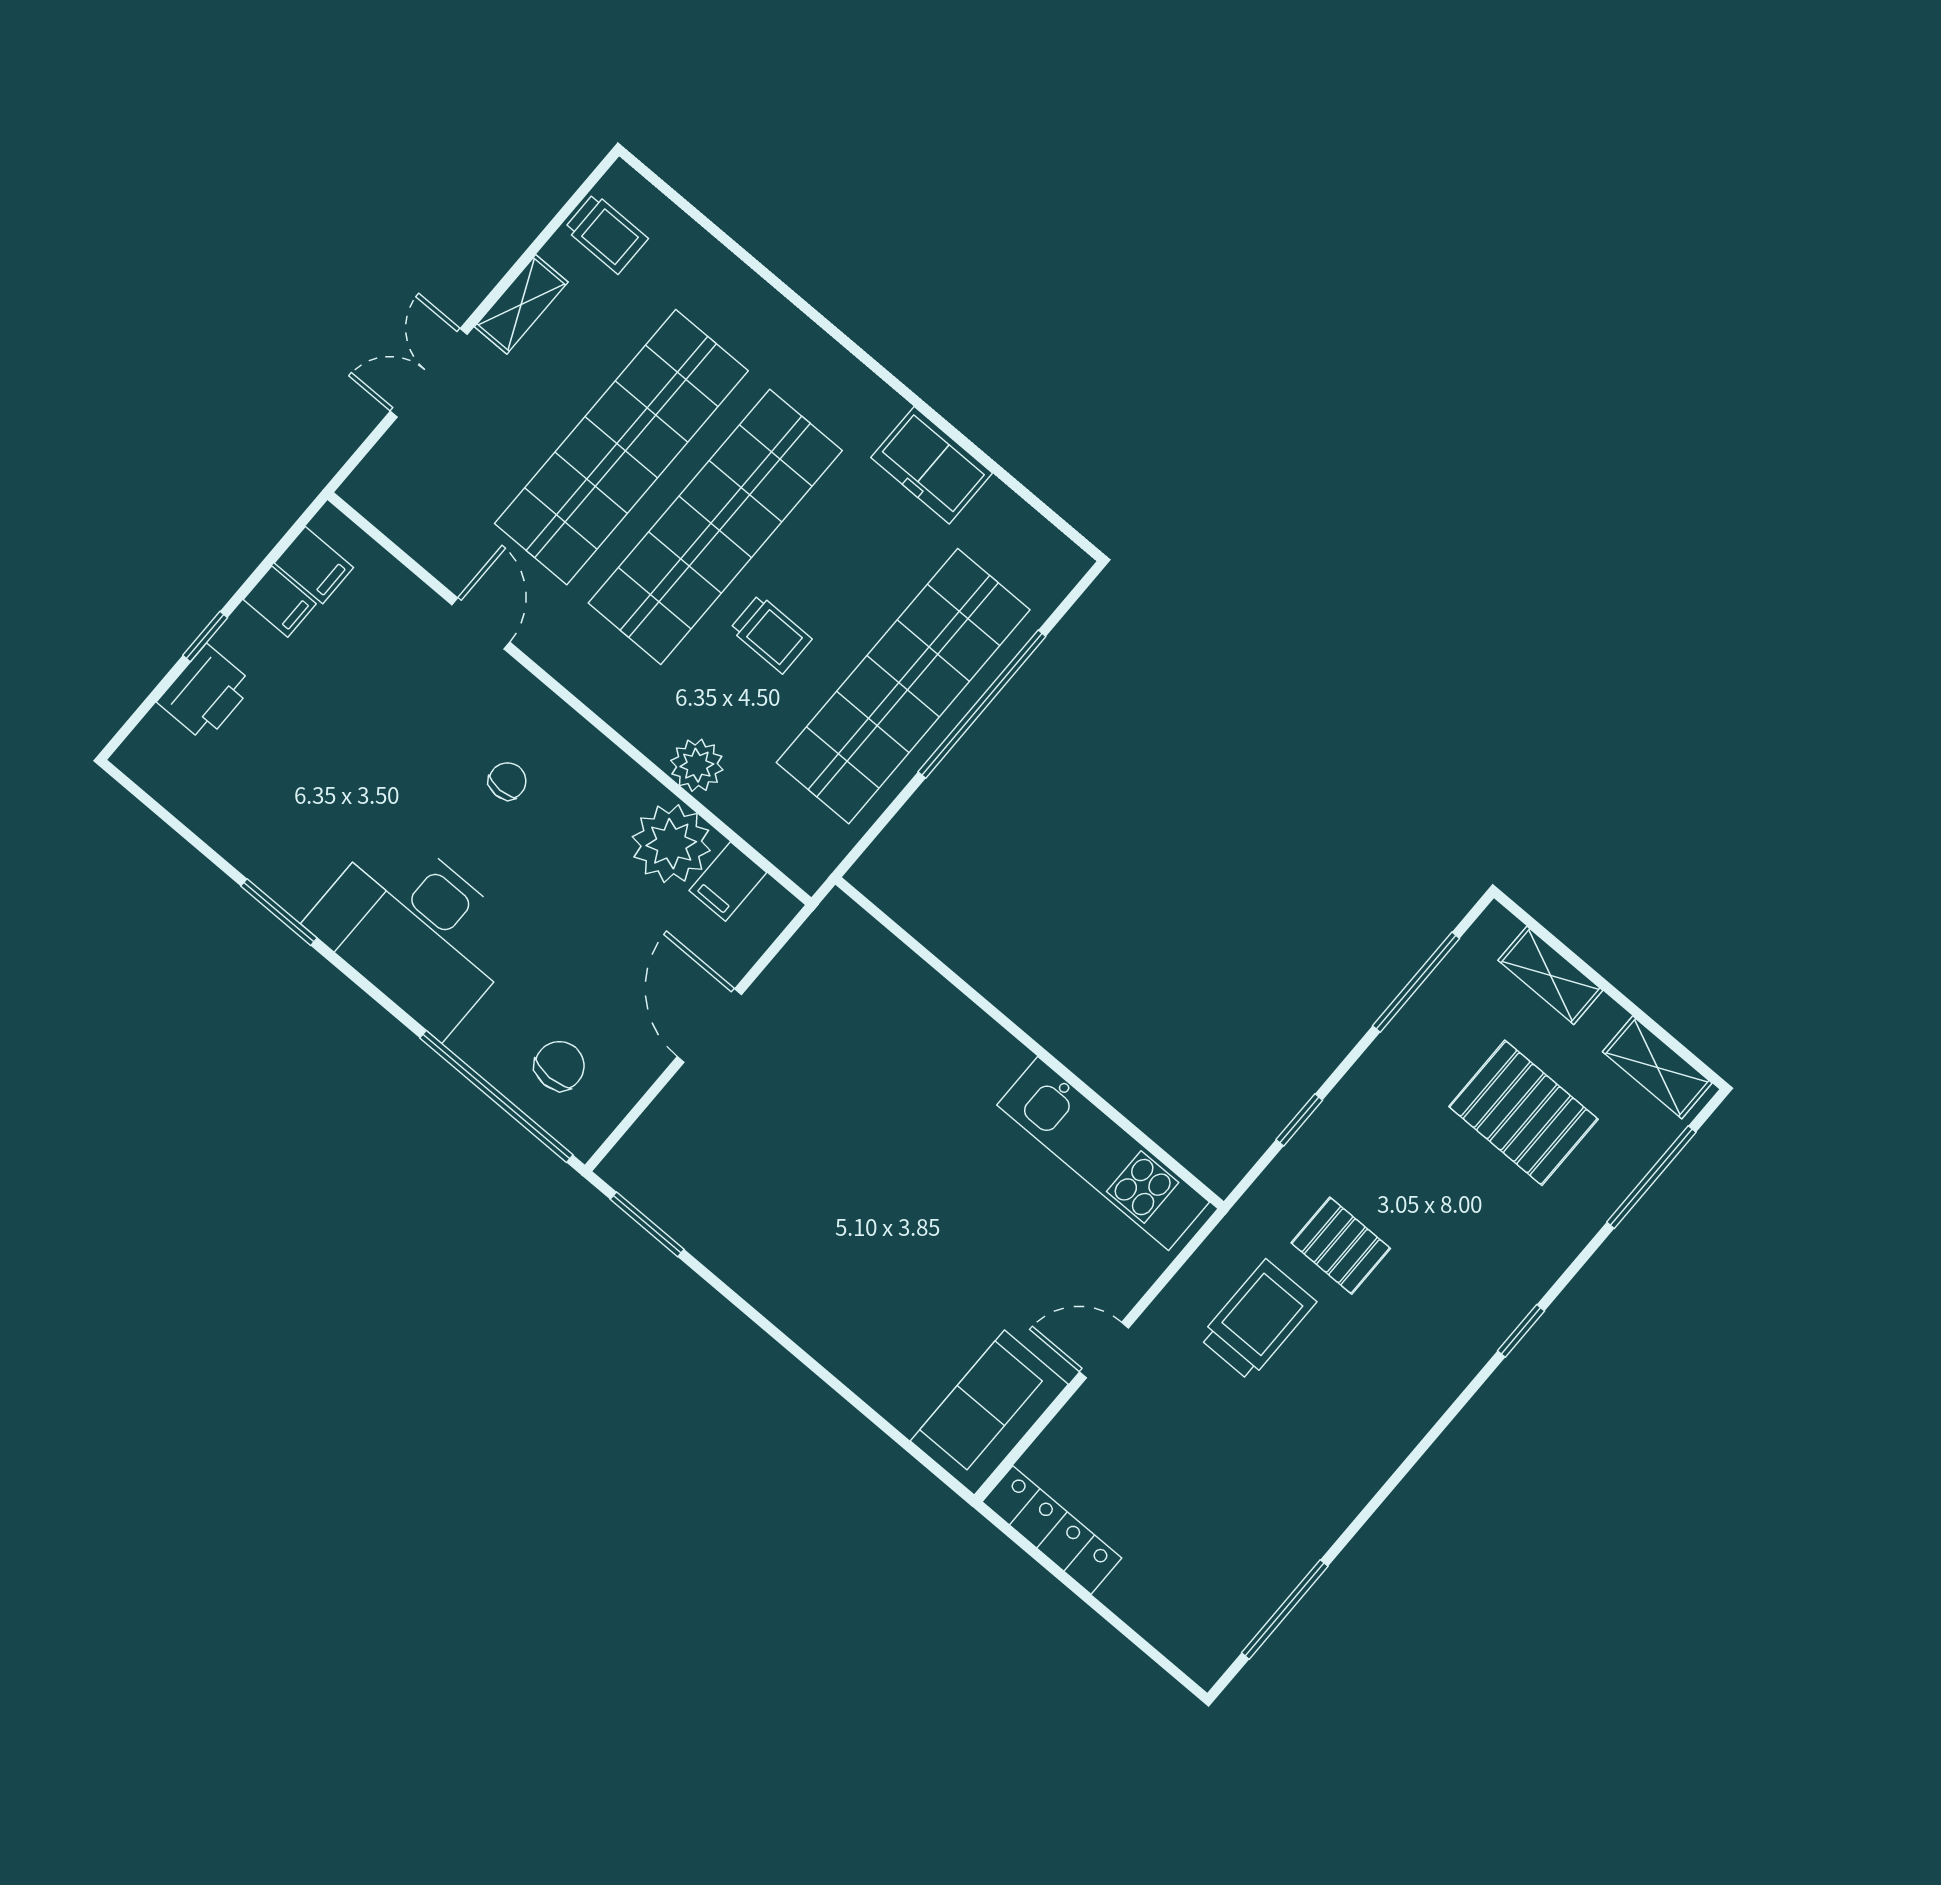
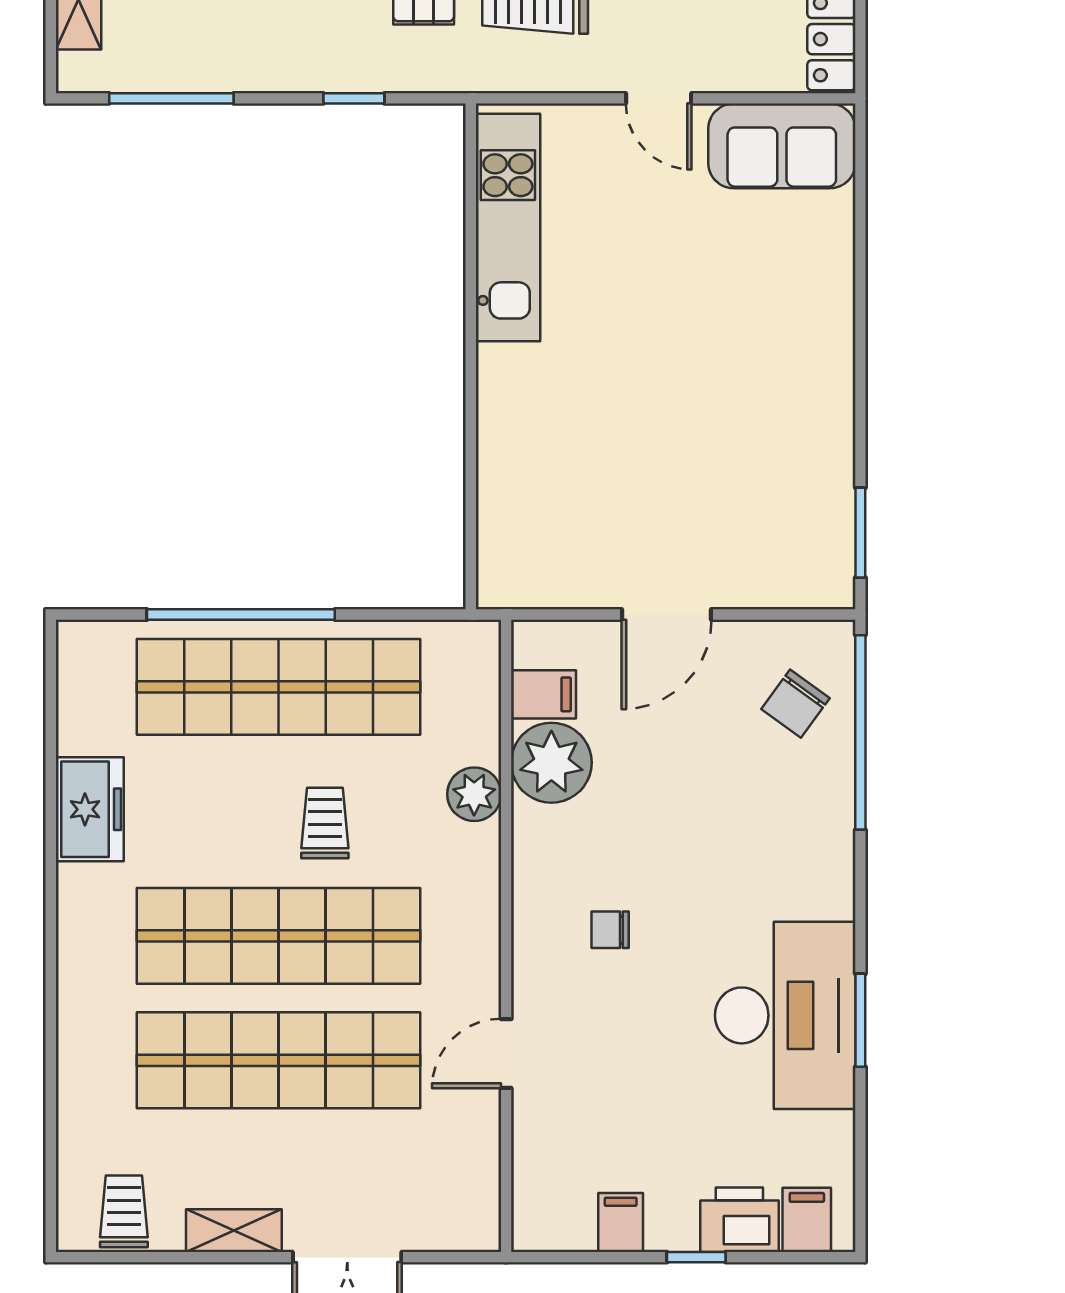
filing cabinet: (314, 565) -> (807, 1220), moved
desk: (416, 931) -> (785, 1015), moved
chair: (560, 1066) -> (796, 704), turned -54

